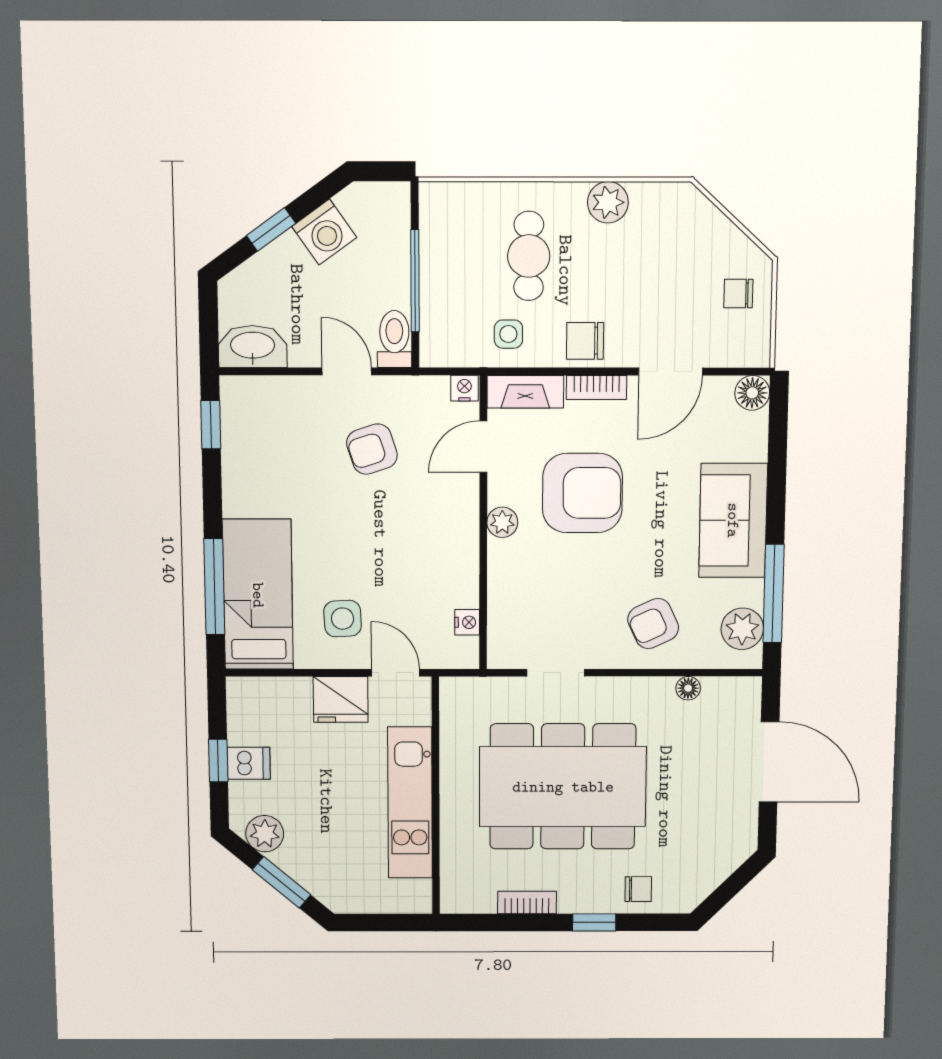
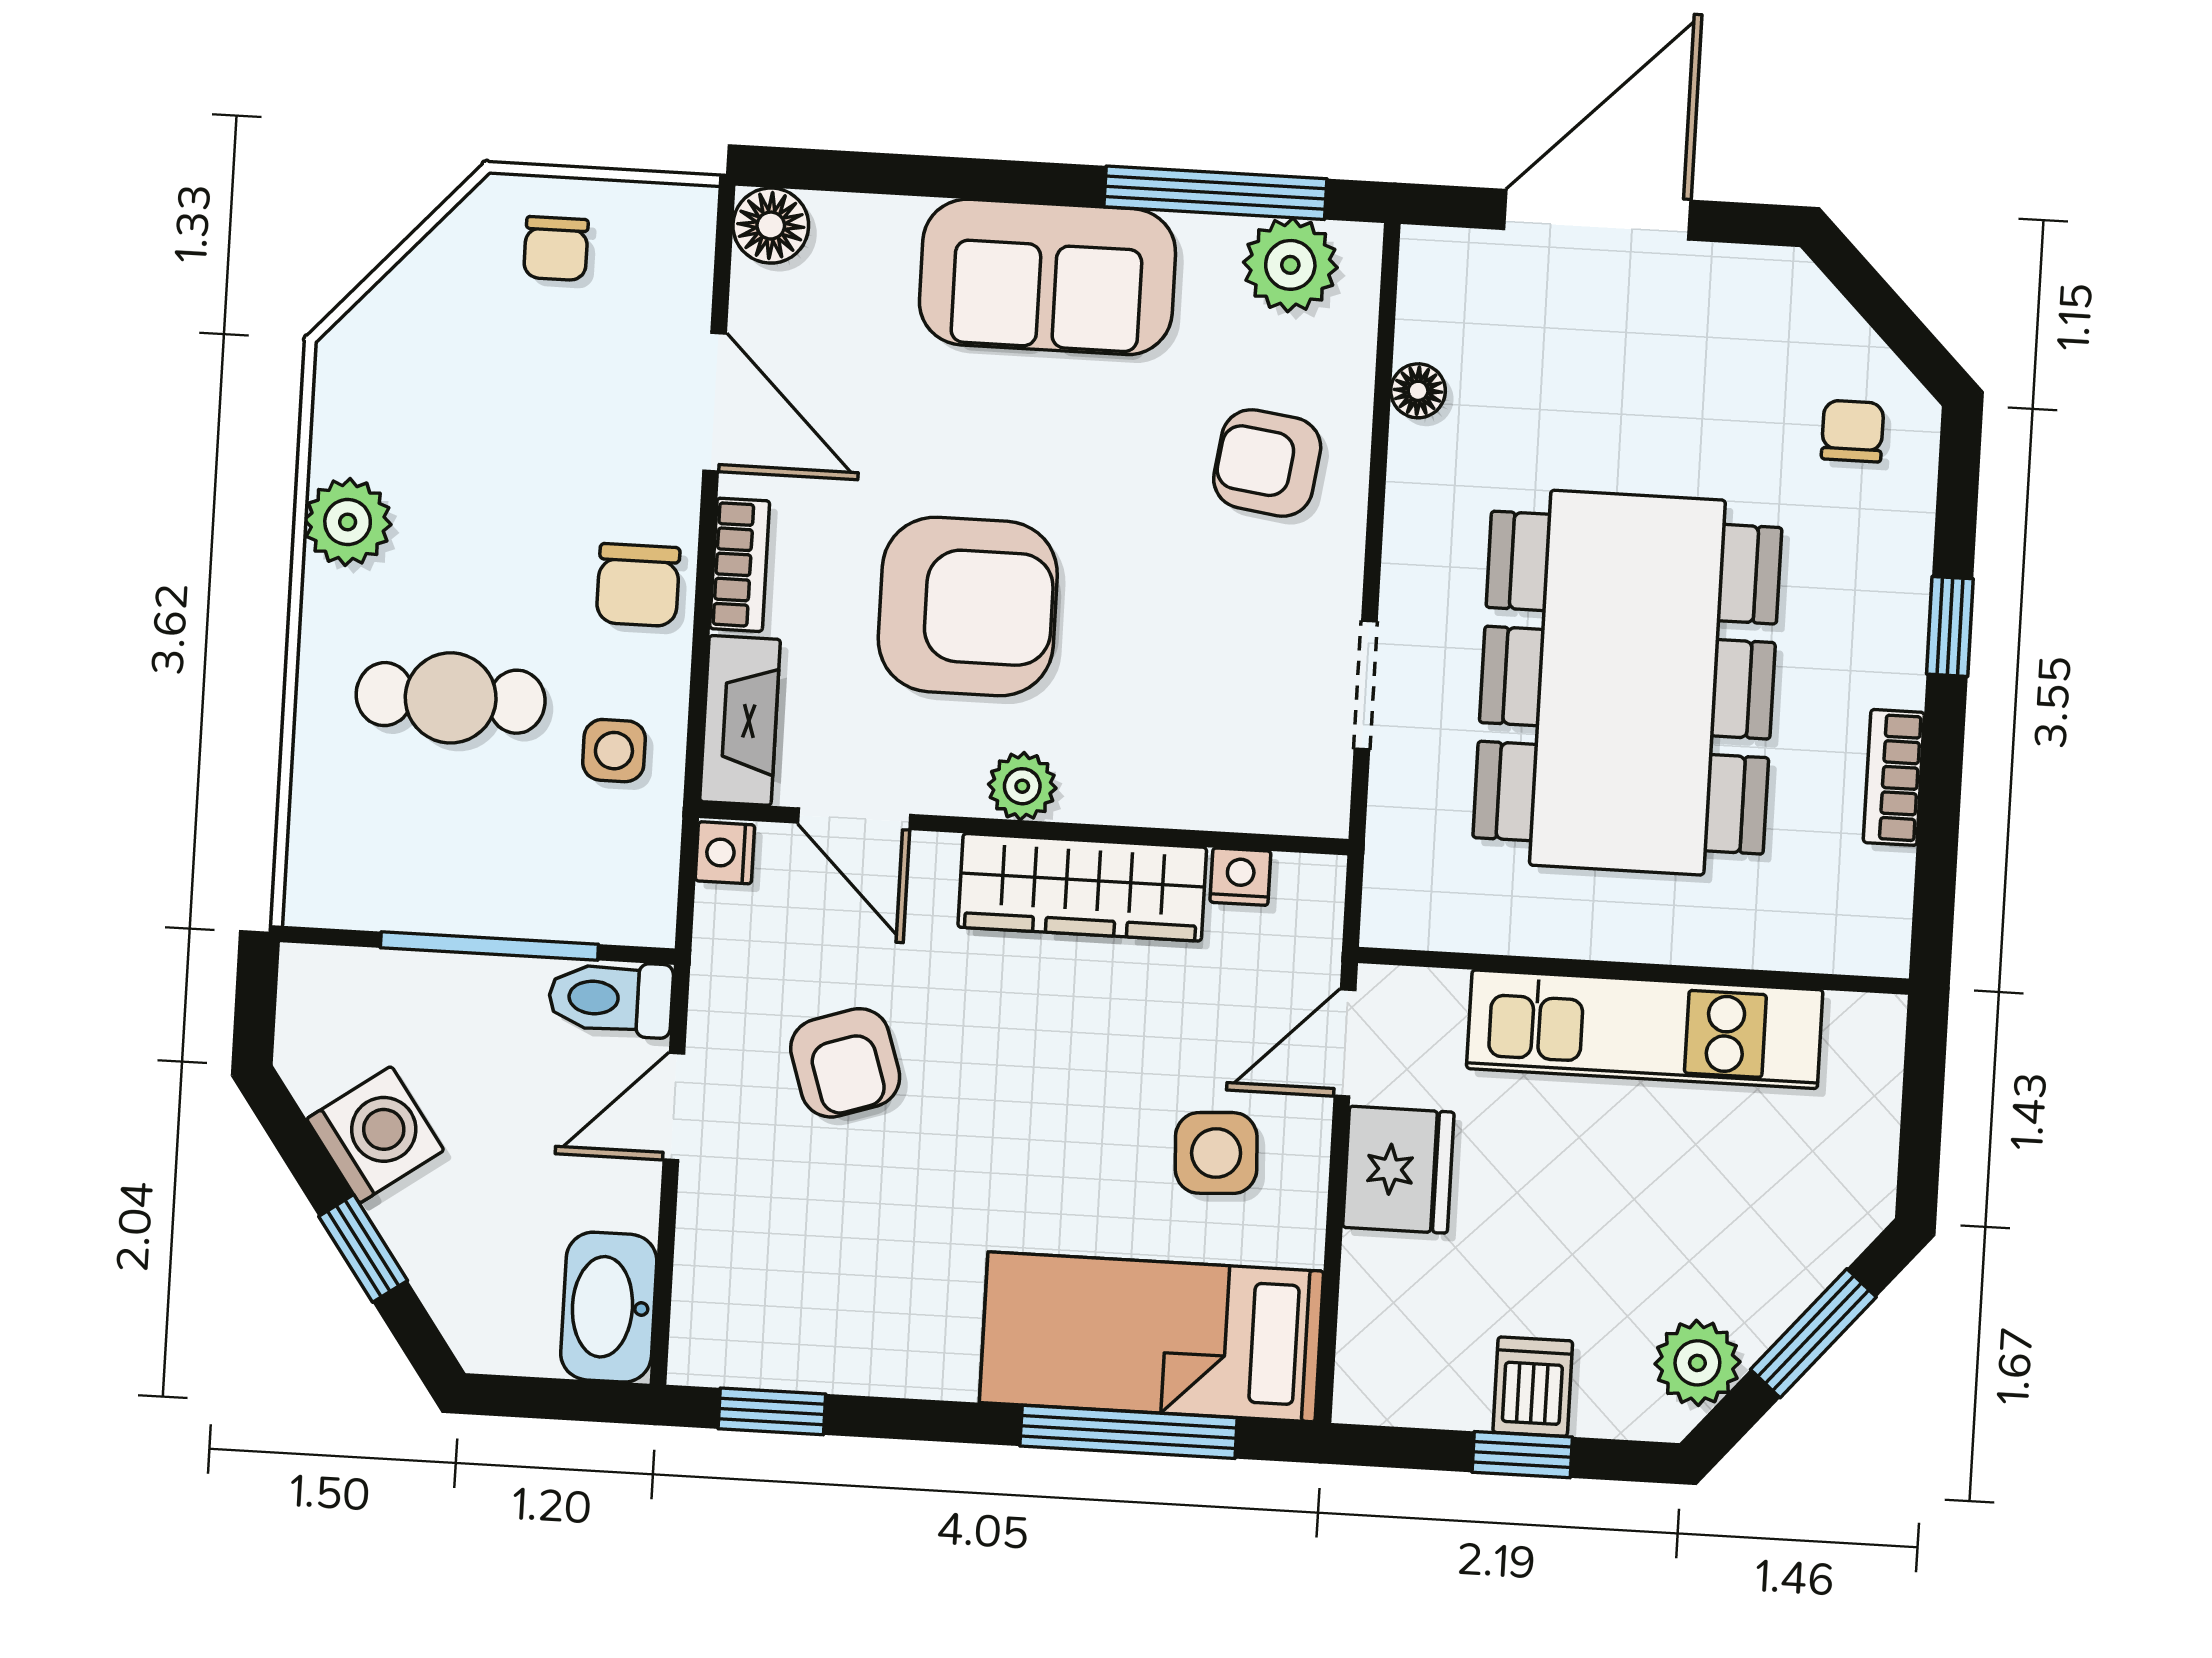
armchair: (582, 493) -> (968, 606), turned 90
wardrobe: (458, 552) -> (1082, 887), added
armchair: (653, 624) -> (1267, 463), turned 123
chair: (638, 889) -> (1853, 431), moved

